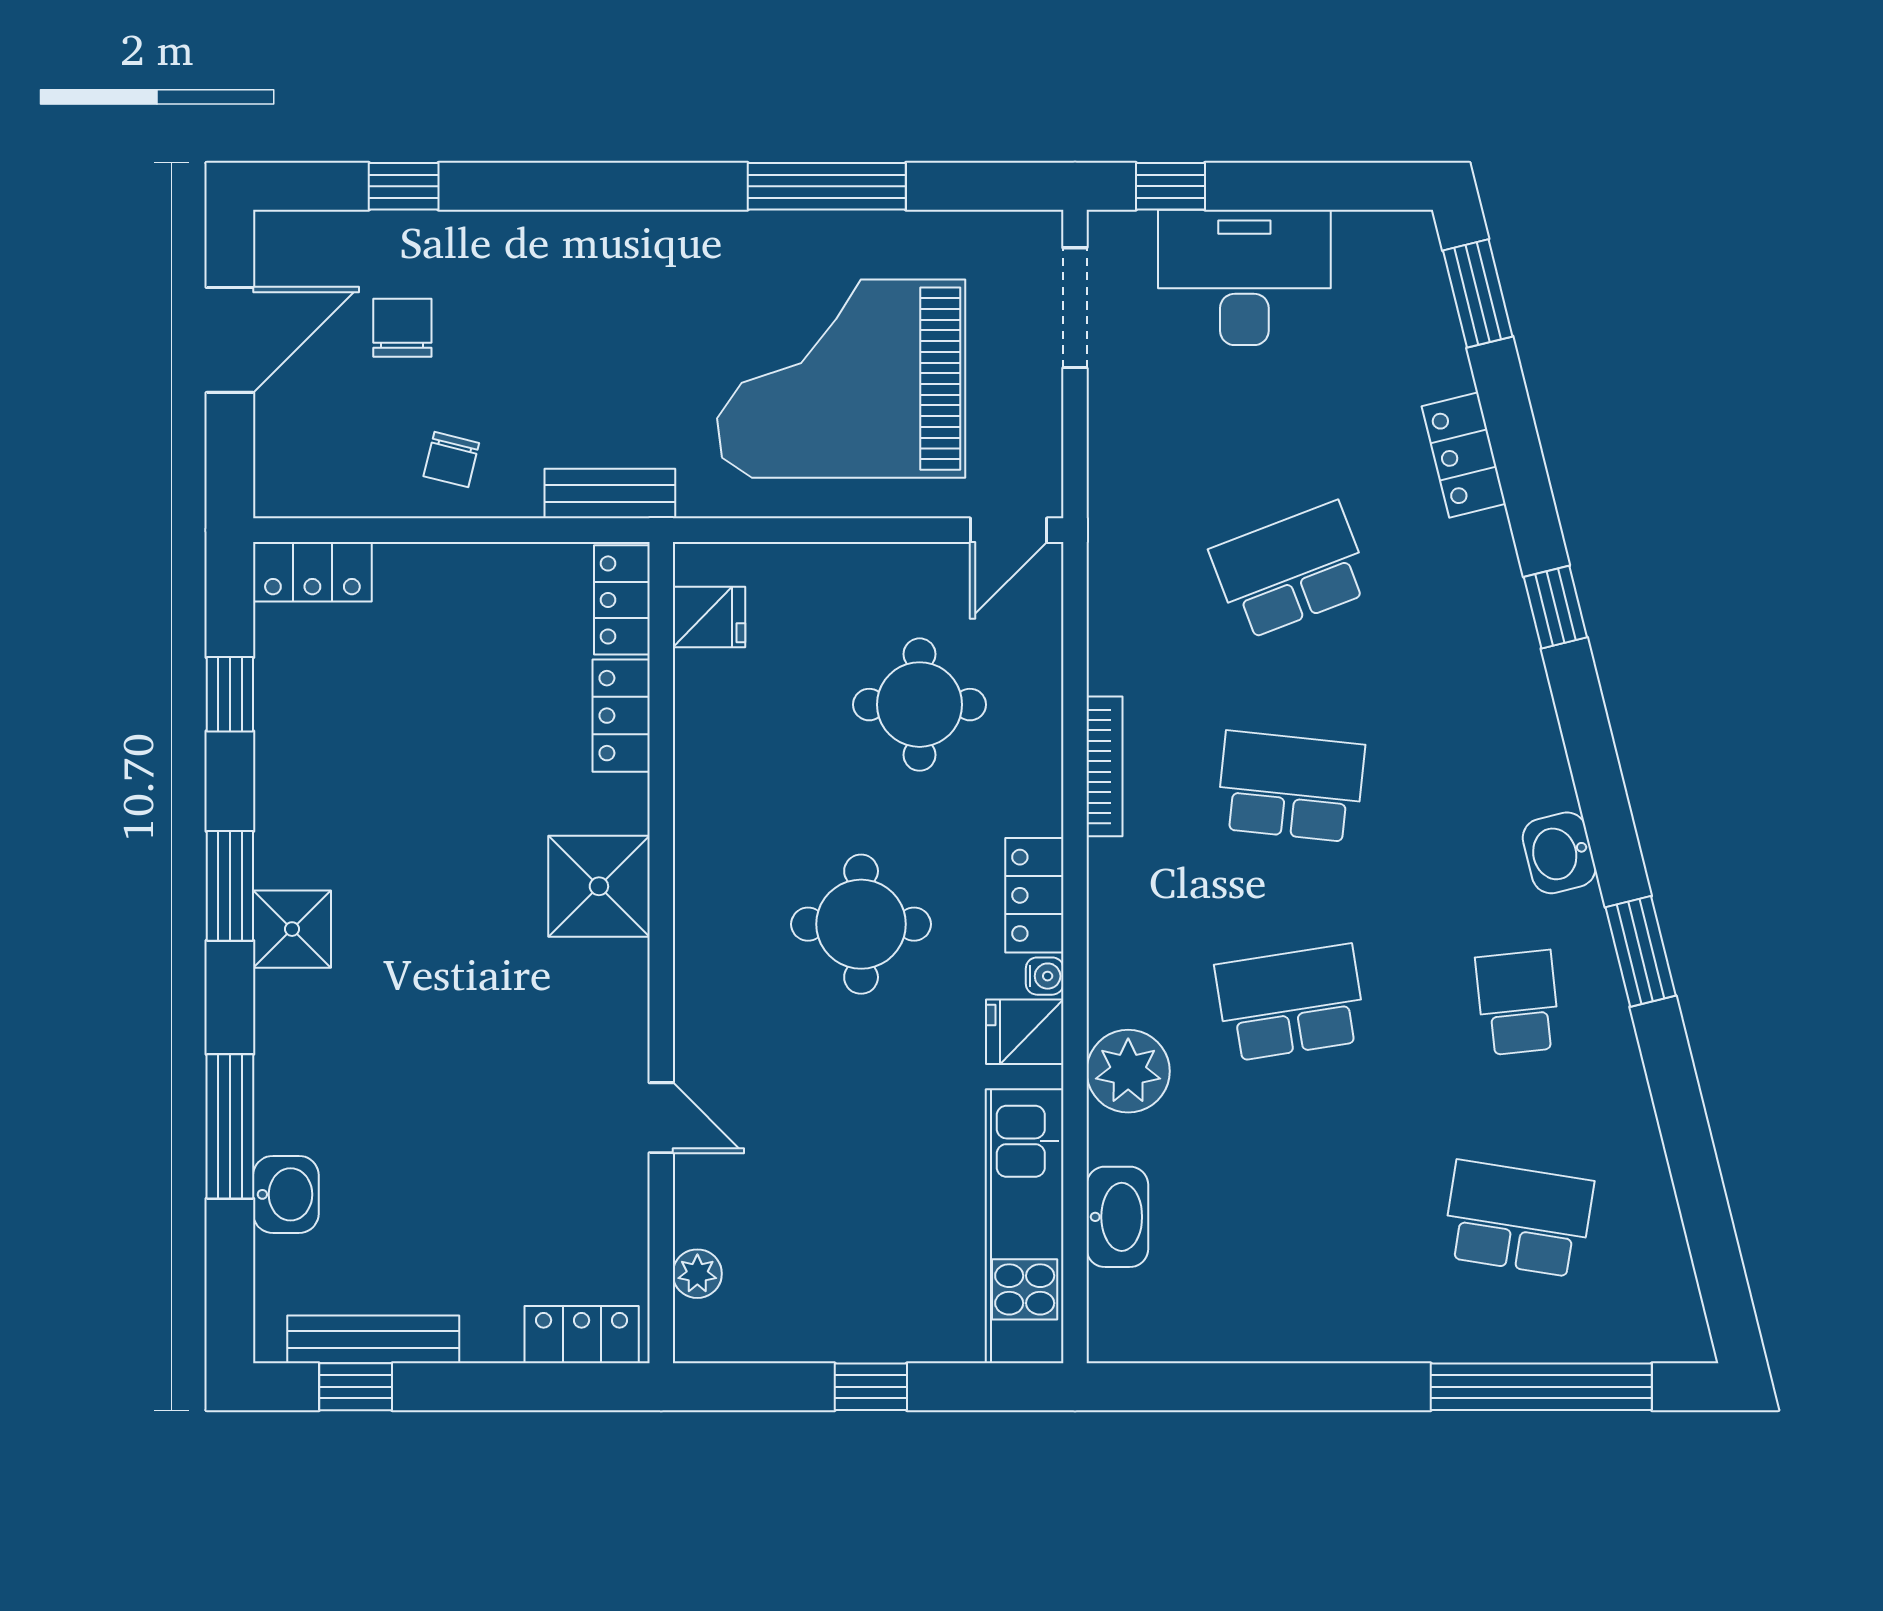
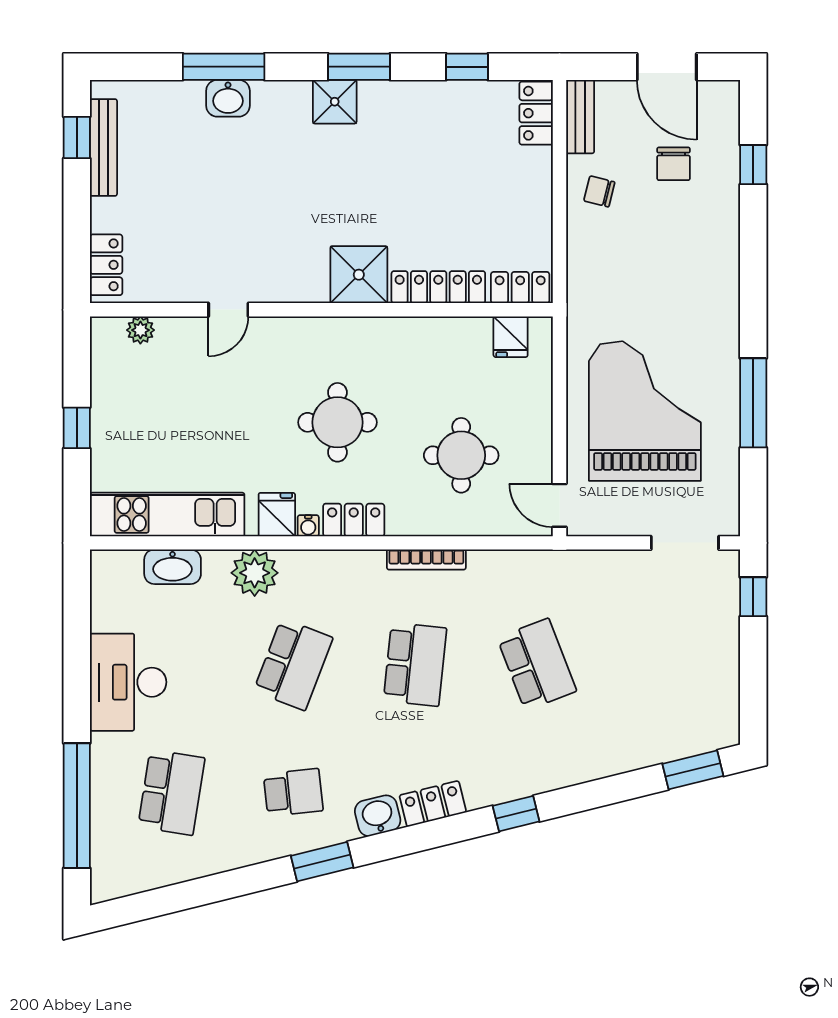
desk: (1244, 277) -> (128, 682), moved, turned 180
chair: (402, 328) -> (674, 164), turned 90
locker: (1464, 455) -> (433, 804), moved
bench: (610, 494) -> (580, 117), moved
locker: (621, 716) -> (438, 287), width x1.53
school desk: (1291, 1003) -> (293, 664), turned 30
washbasin: (286, 1194) -> (228, 98), moved

